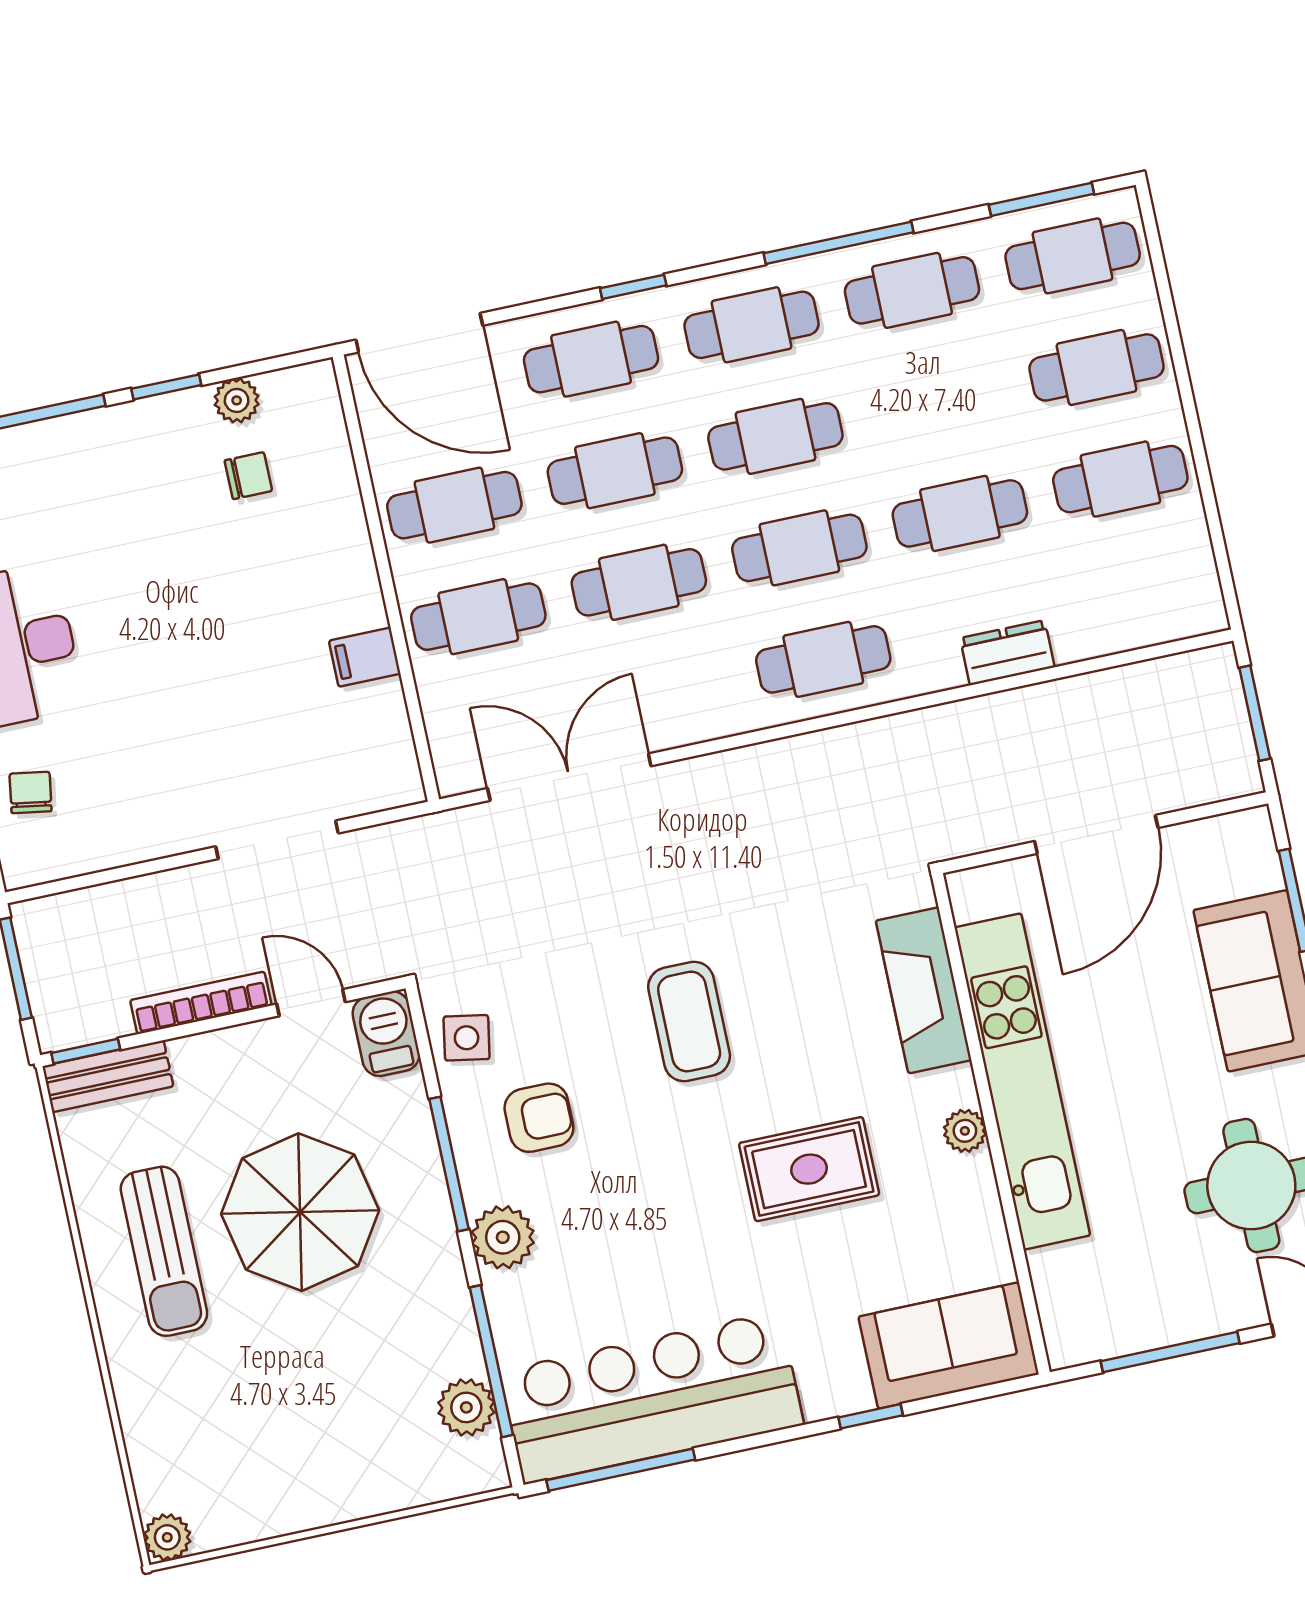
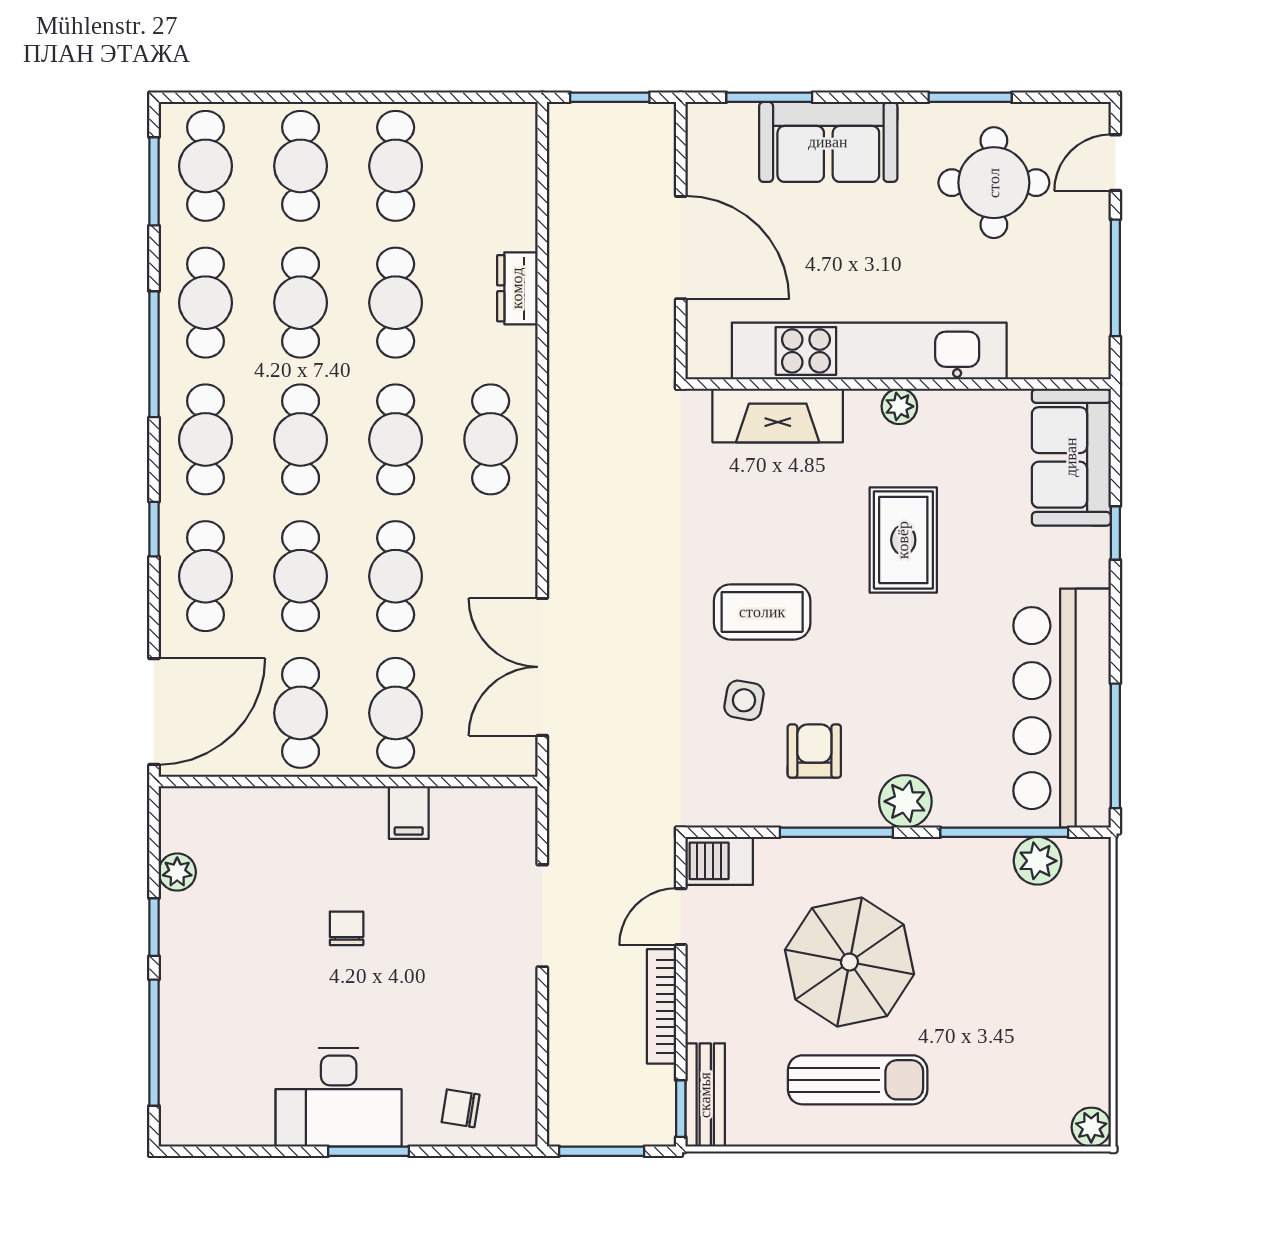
cafe table: (936, 402) -> (301, 303), added
chair: (248, 476) -> (347, 928), moved
side table: (467, 1038) -> (744, 700), moved

